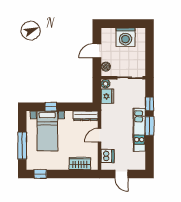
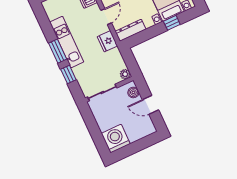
washing machine: (125, 37) -> (116, 139), moved
door: (97, 51) -> (150, 105), swing flipped
fridge: (107, 96) -> (107, 41), moved

